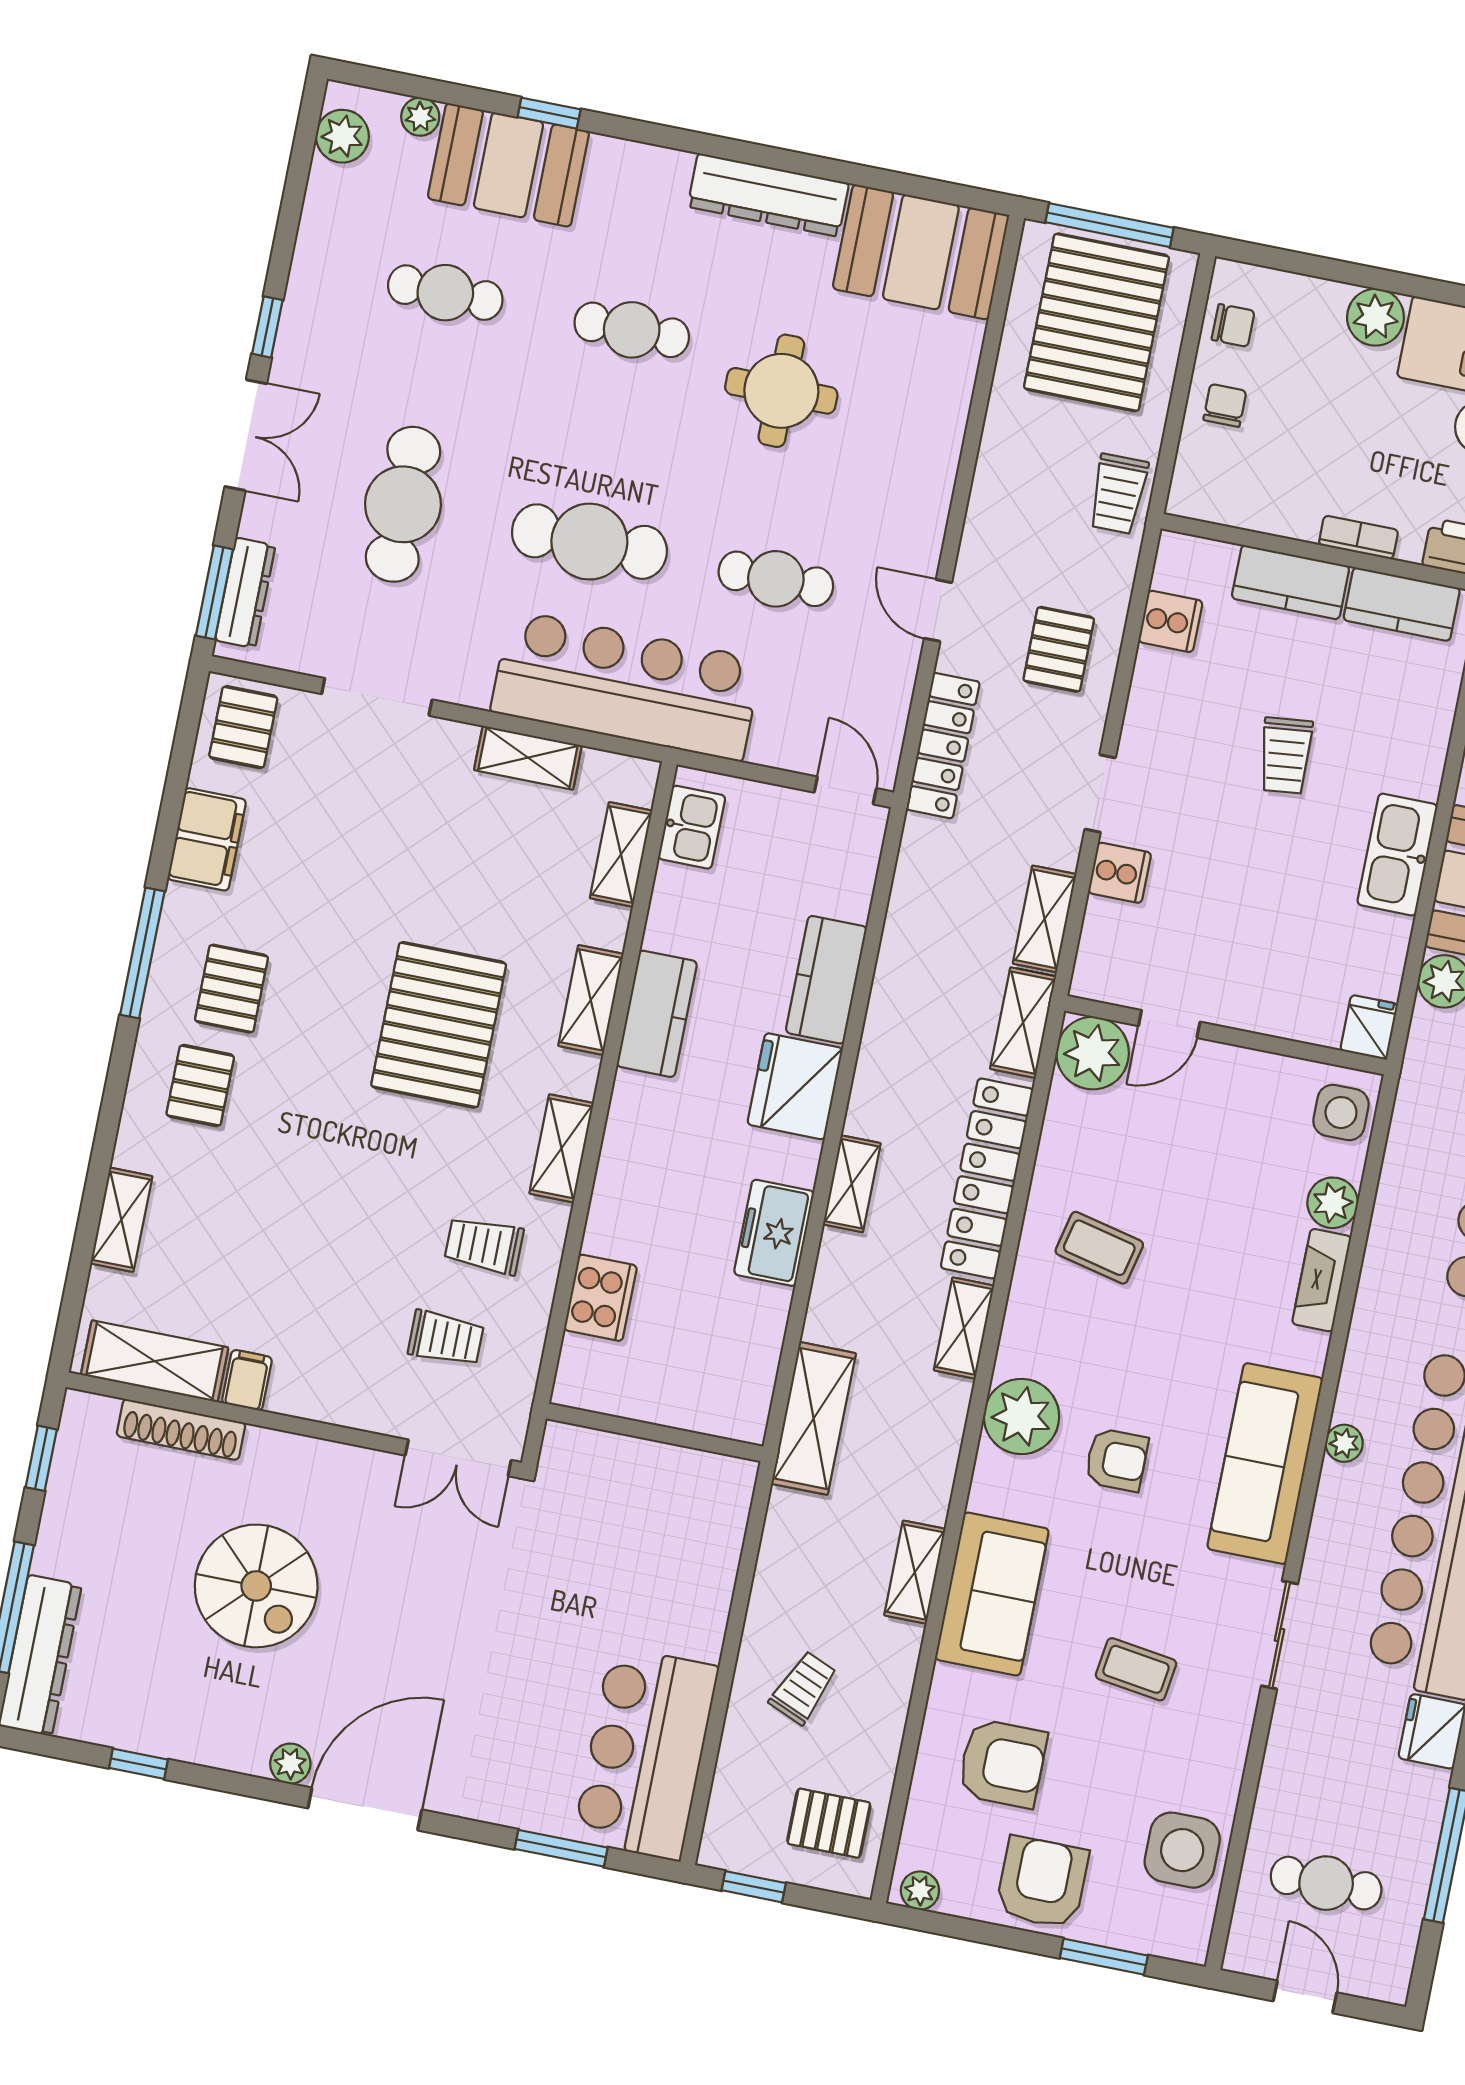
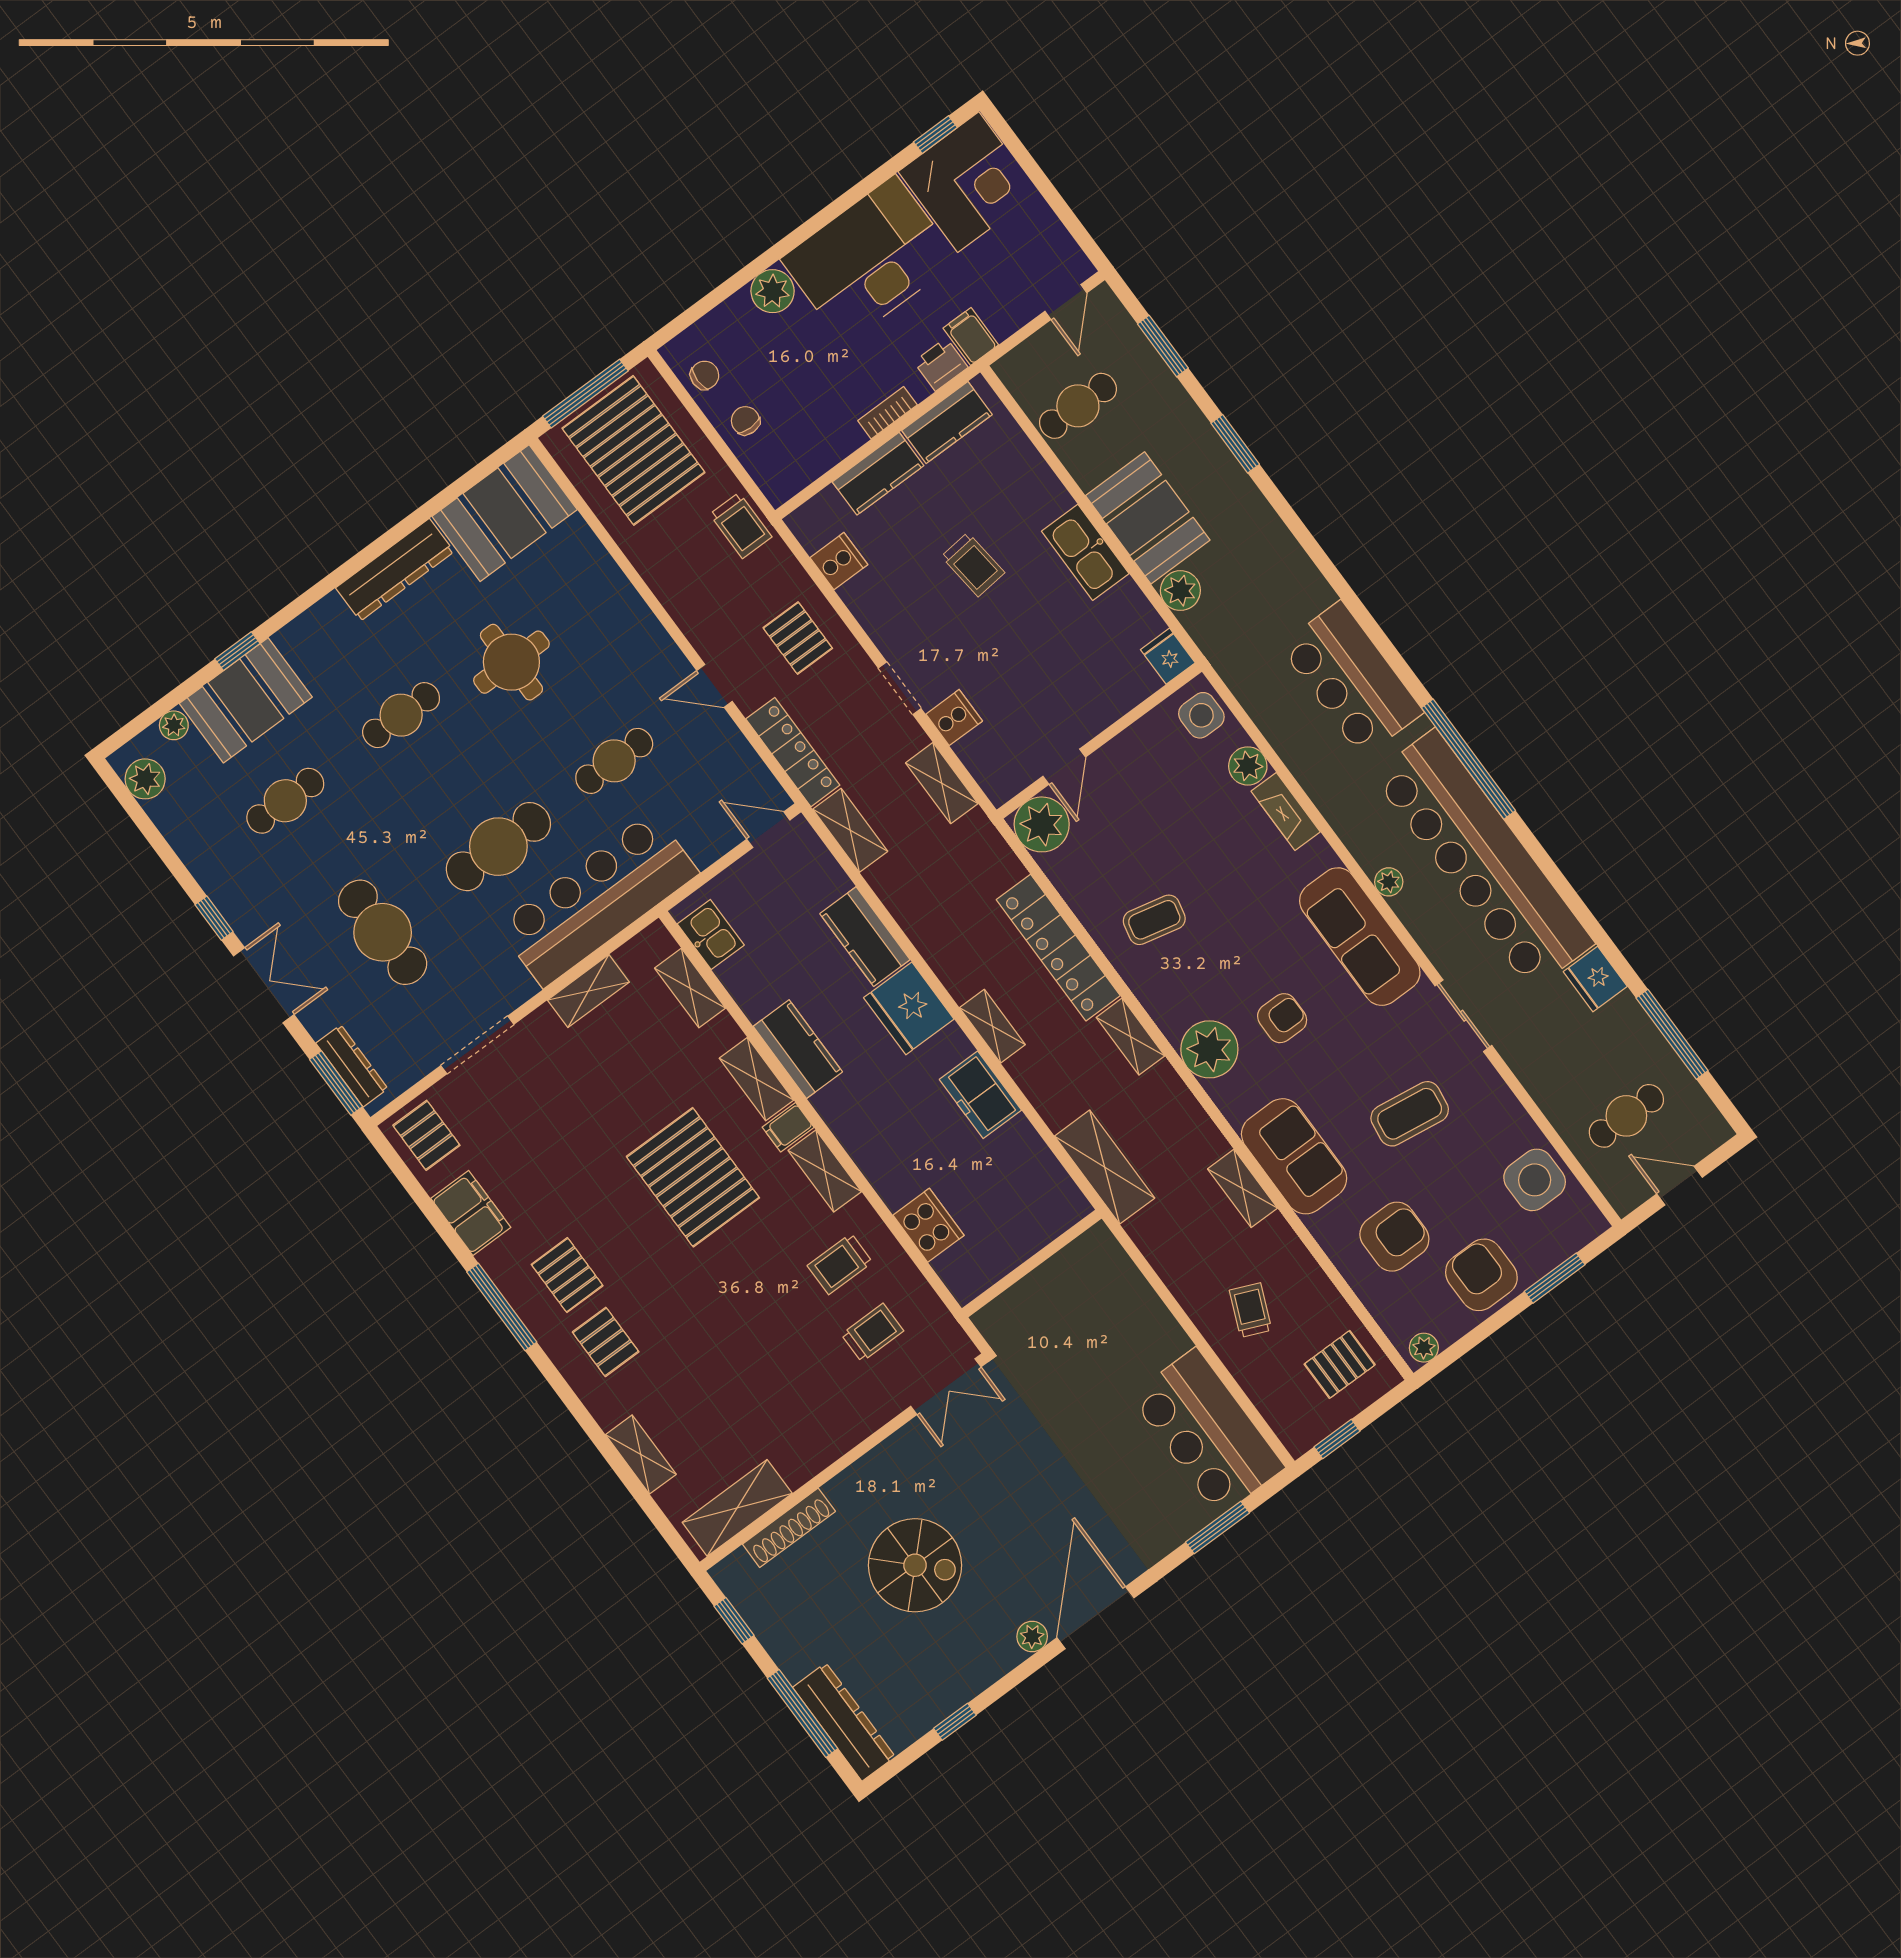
shelving: (1023, 1023) -> (850, 830), moved
filing cabinet: (247, 1380) -> (788, 1127), moved, turned -90
coffee table: (1136, 1669) -> (1410, 1114), width x1.36, depth x1.30

